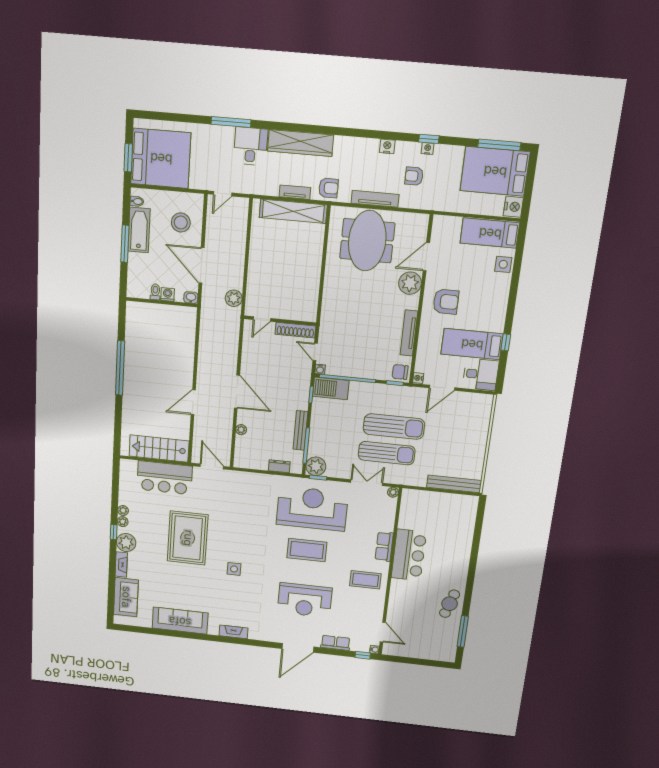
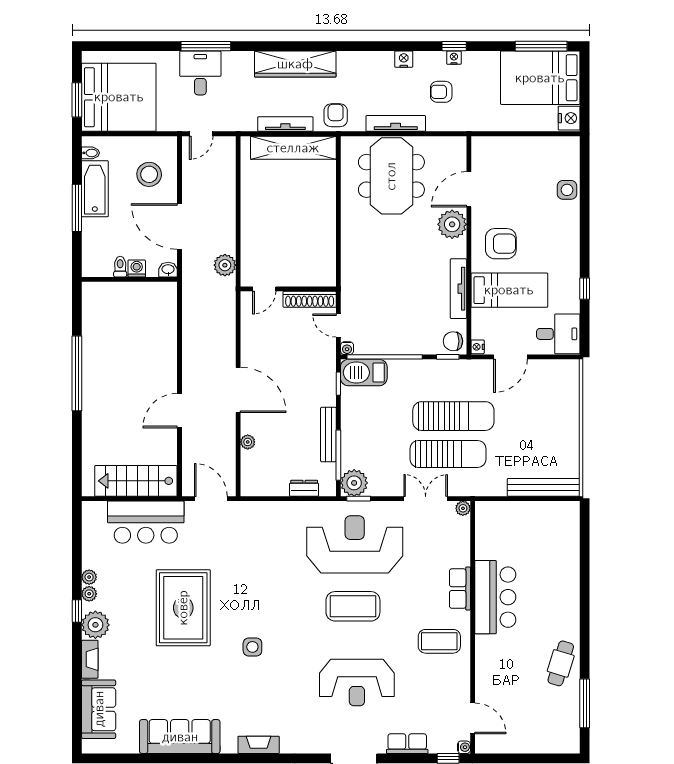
desk: (251, 146) -> (200, 73), moved
armchair: (328, 188) -> (336, 115), turned -90
tv unit: (295, 192) -> (285, 124), width x1.41
bed: (490, 233) -> (545, 153), removed
bed: (472, 344) -> (509, 290), moved, turned 180

